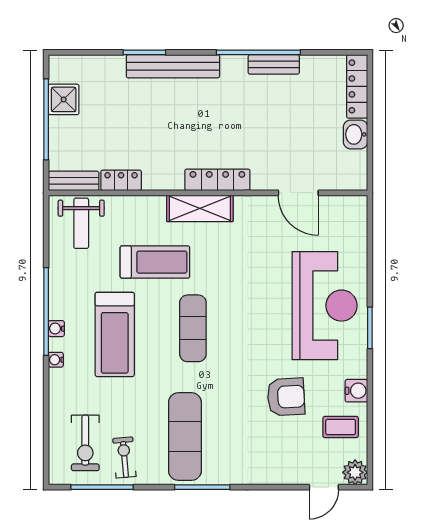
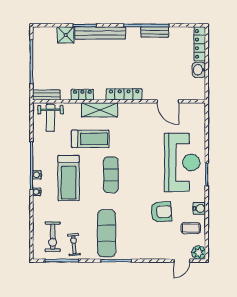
shower: (64, 99) -> (66, 35), moved
locker: (121, 180) -> (82, 95), moved
shelving: (200, 208) -> (99, 110), moved

